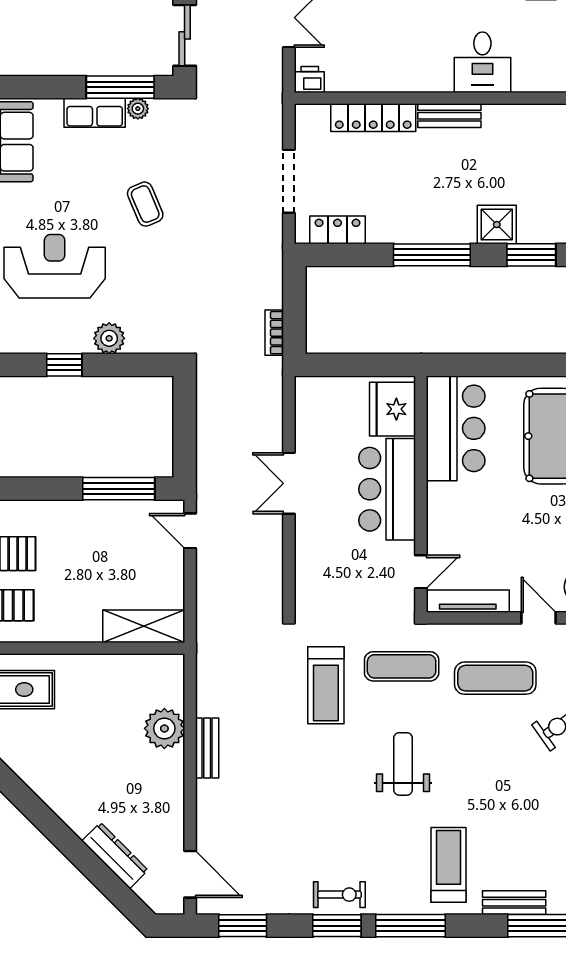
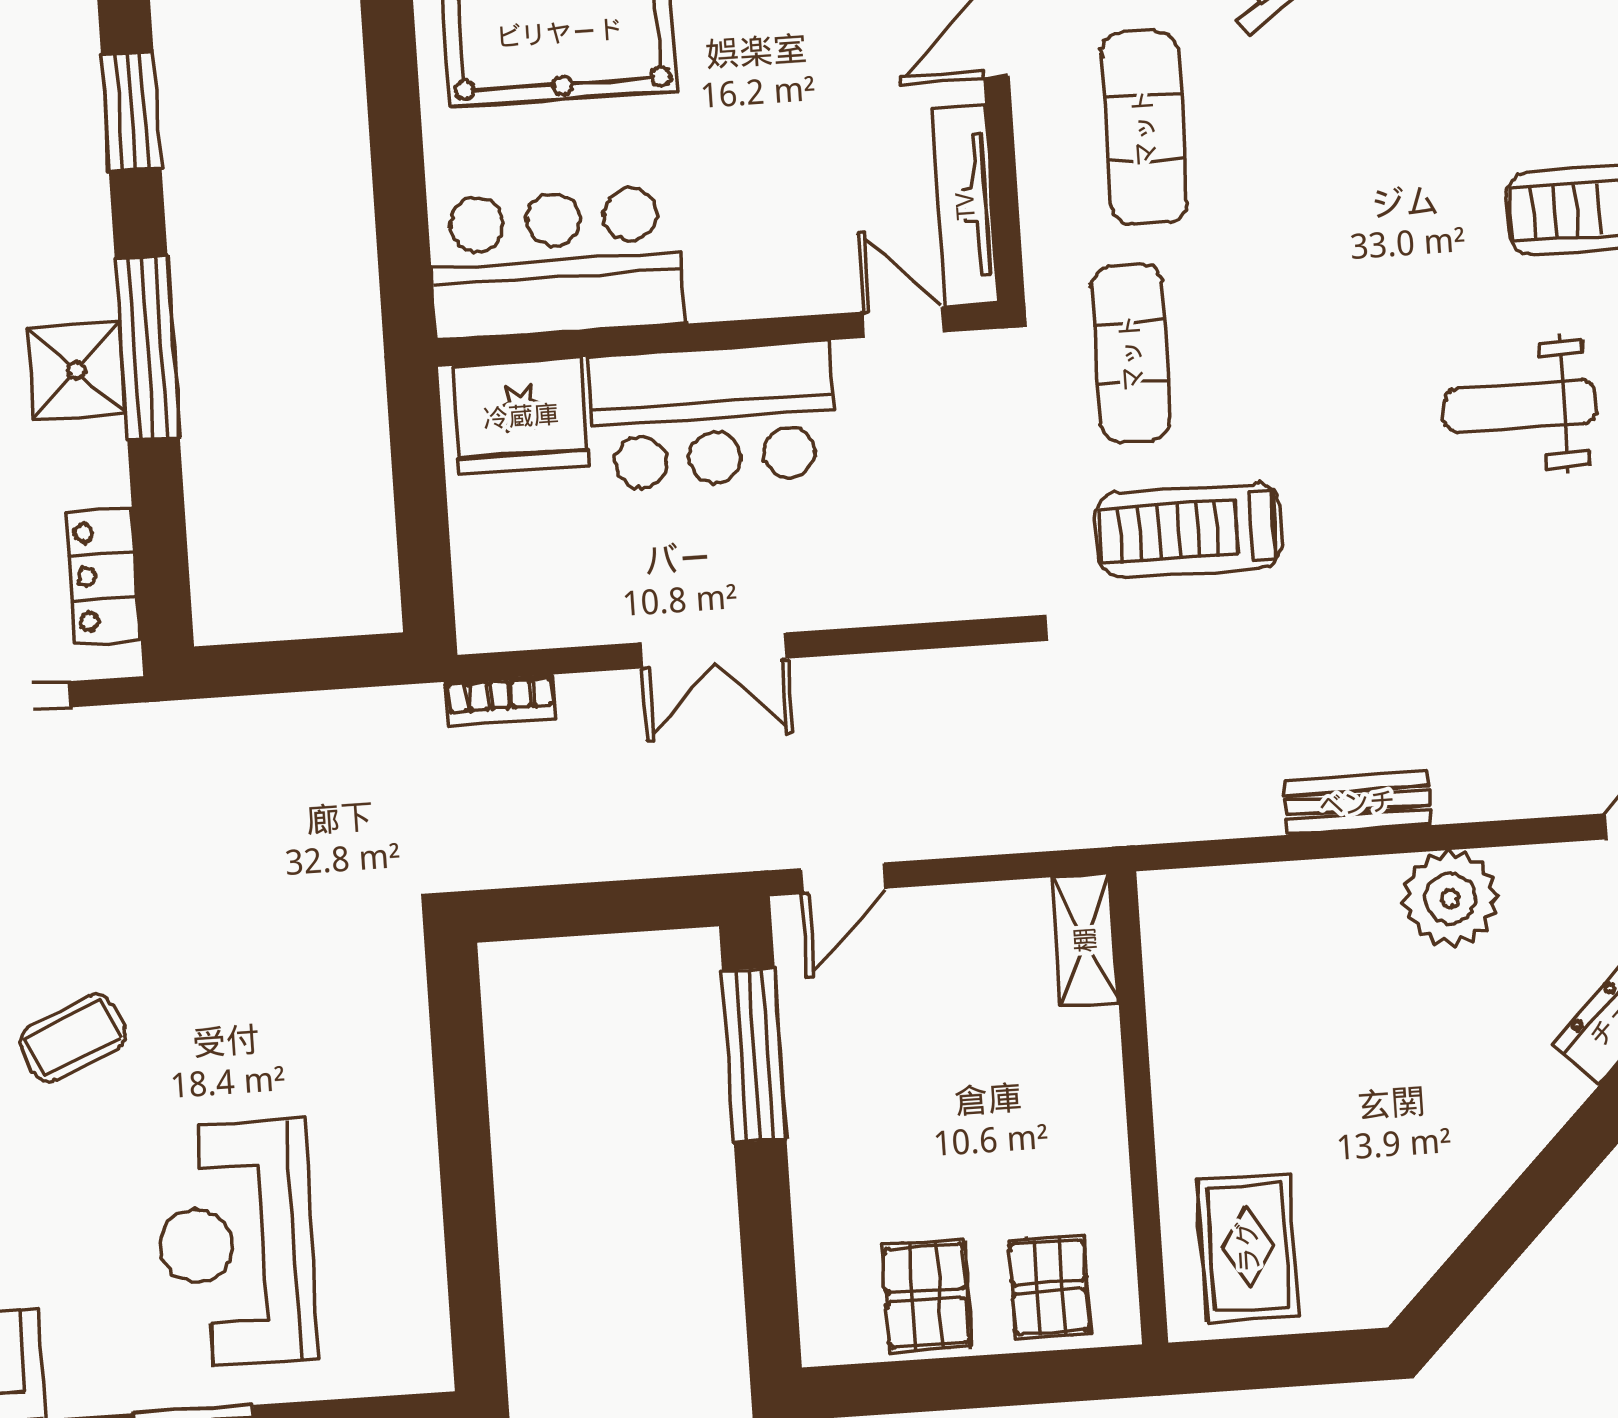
shower: (497, 225) -> (76, 370), moved
bookcase: (274, 333) -> (500, 700), moved
plant: (109, 338) -> (398, 1102), removed
window: (64, 365) -> (469, 1205), removed
shelving: (144, 626) -> (1085, 940), width x0.67, depth x0.75
treadmill: (326, 685) -> (1189, 530), turned 180
plant: (164, 728) -> (1450, 898), moved
weight bench: (403, 764) -> (1520, 407), moved

